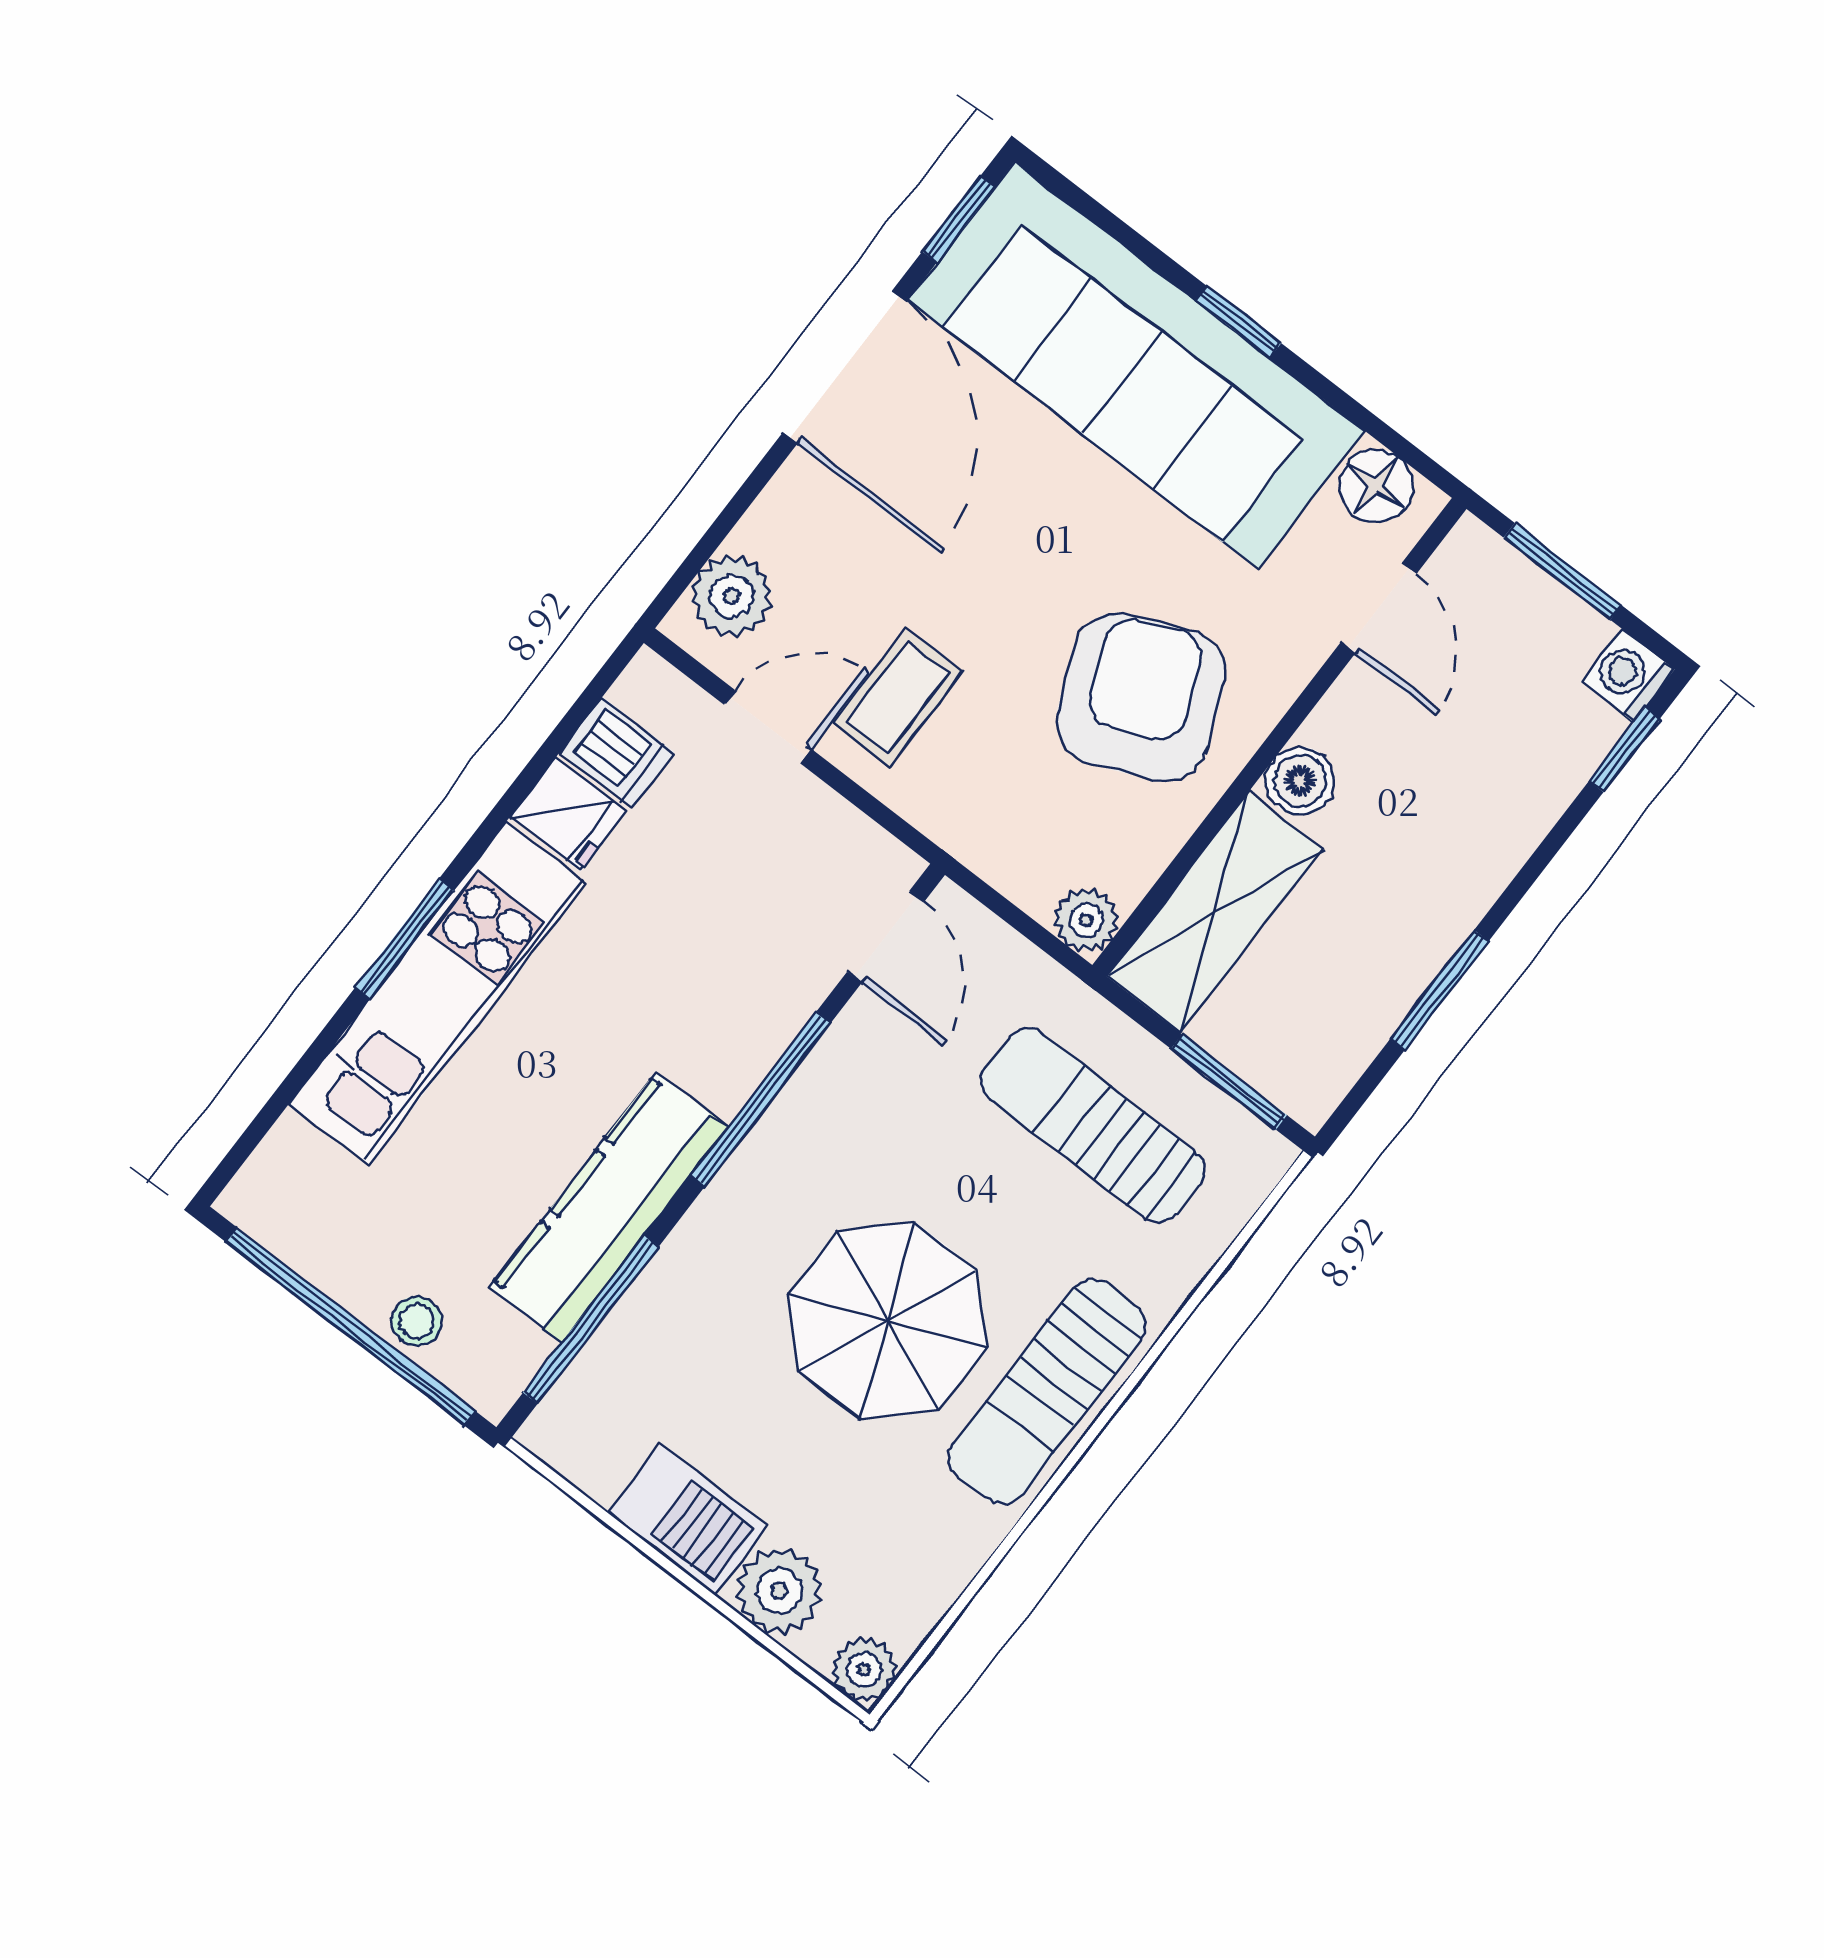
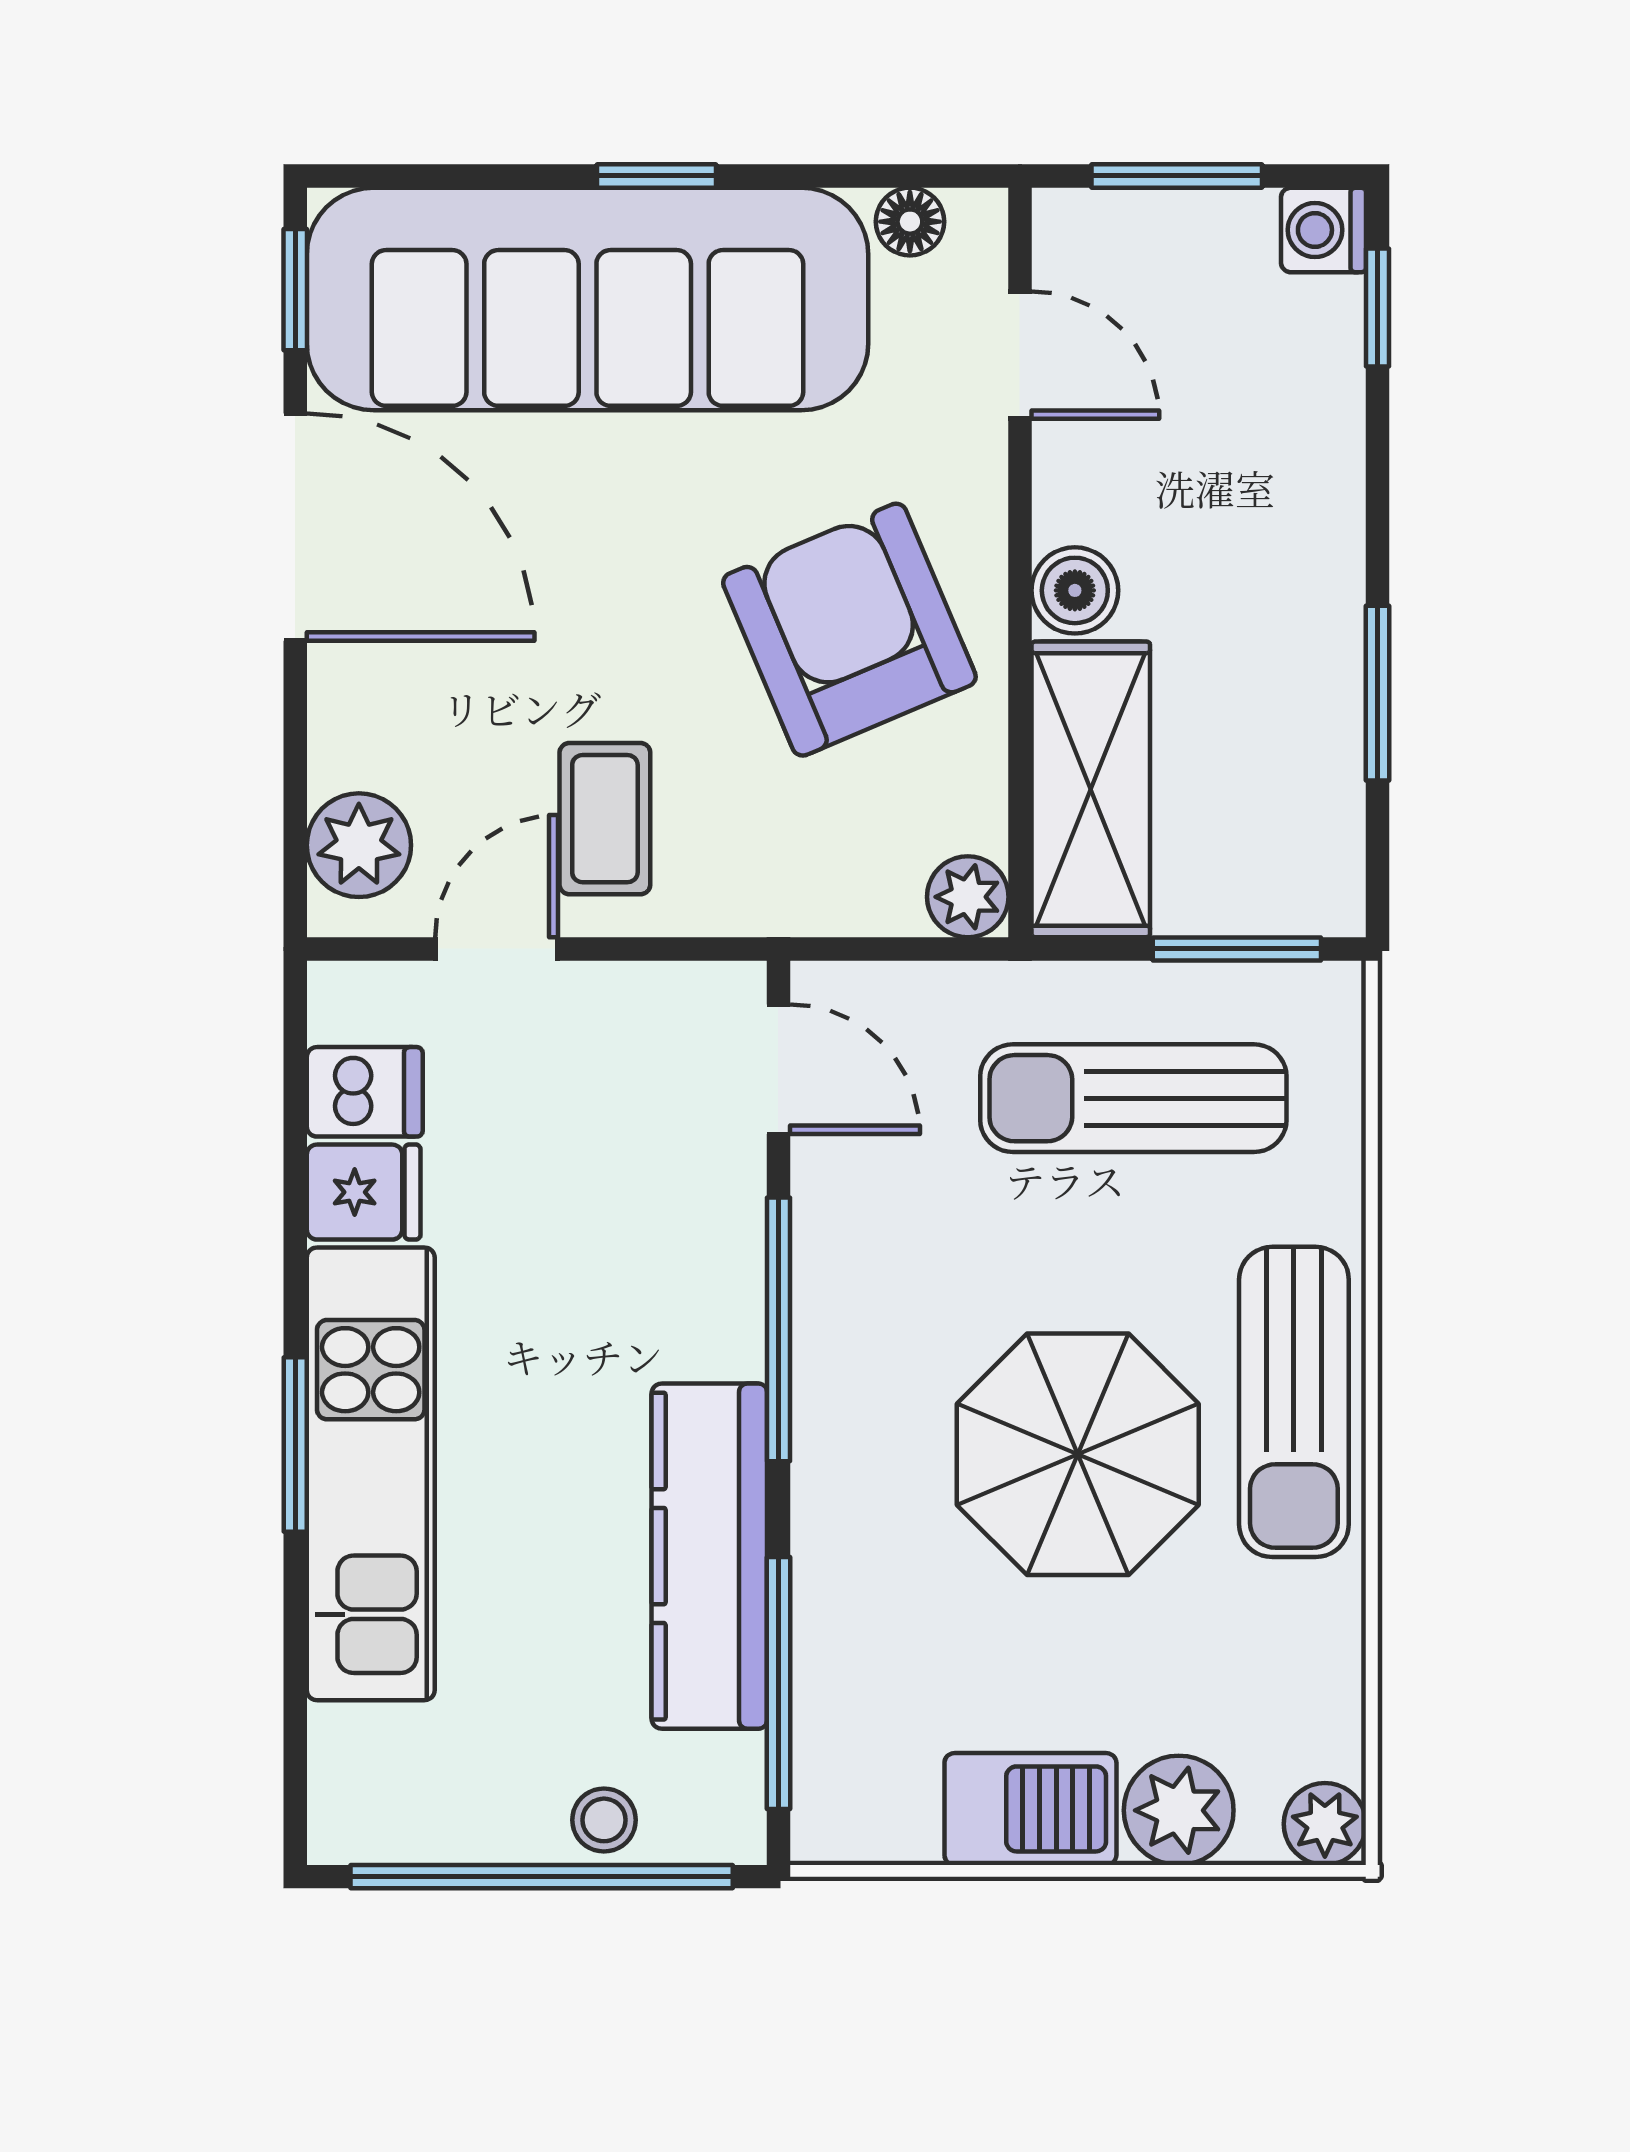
floor lamp: (1376, 486) -> (910, 222), width x0.73, depth x0.73

